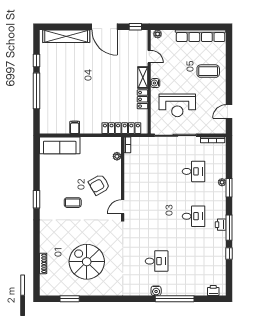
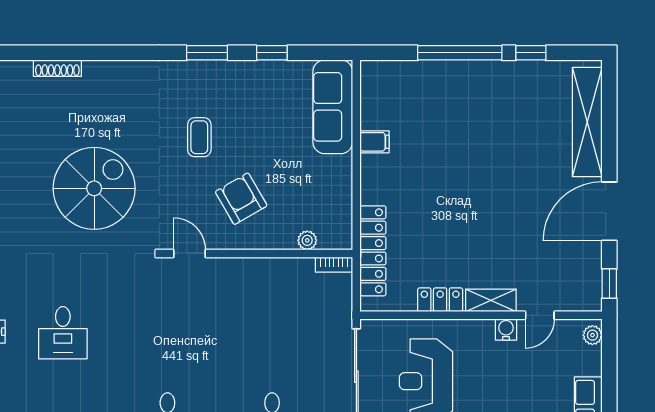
water cooler: (155, 83) -> (506, 329), moved
window: (37, 171) -> (272, 53), added
spiral stairs: (87, 262) -> (94, 188), moved

